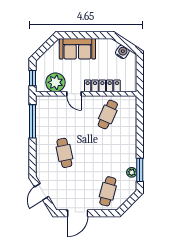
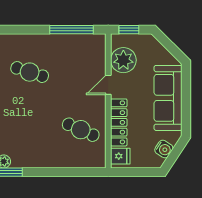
sofa: (77, 49) -> (168, 98), width x1.36
fridge: (128, 85) -> (120, 156), added
cafe table: (64, 153) -> (30, 72), turned 30

